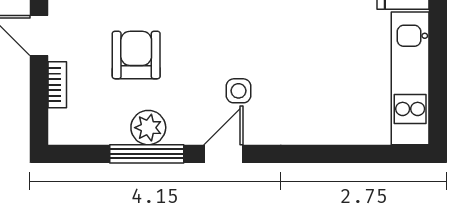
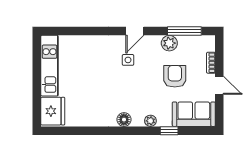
armchair: (136, 55) -> (175, 76), turned 180
window: (147, 154) -> (184, 31), moved

